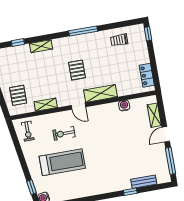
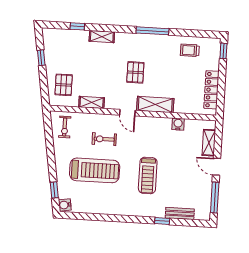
locker: (147, 75) -> (211, 90), width x1.53
door: (166, 134) -> (217, 167), hinge flipped
treadmill: (109, 156) -> (148, 175), added

